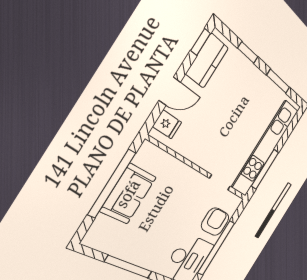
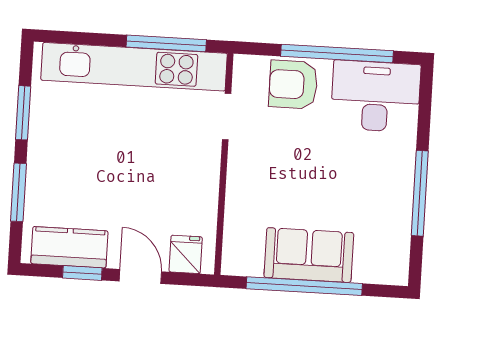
window: (201, 42) -> (82, 273), moved
window: (248, 52) -> (18, 192), width x1.50

